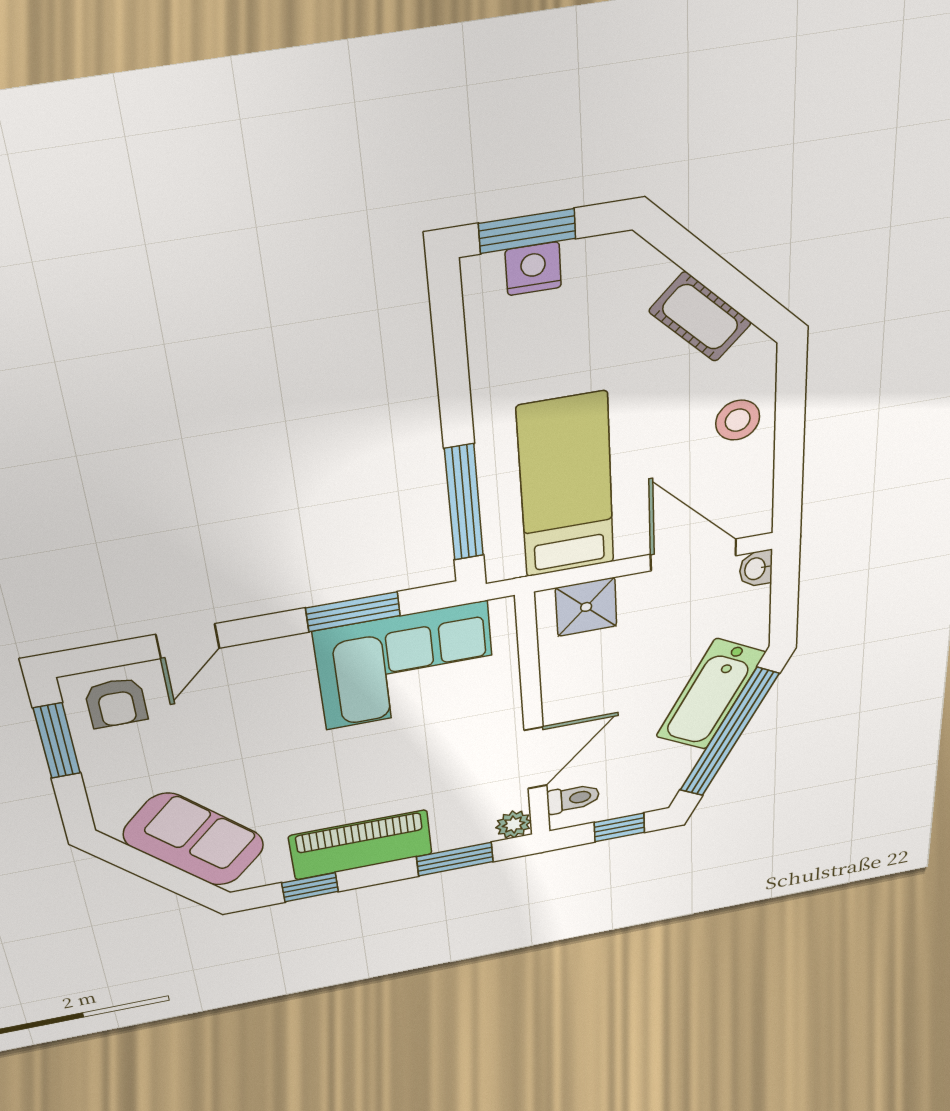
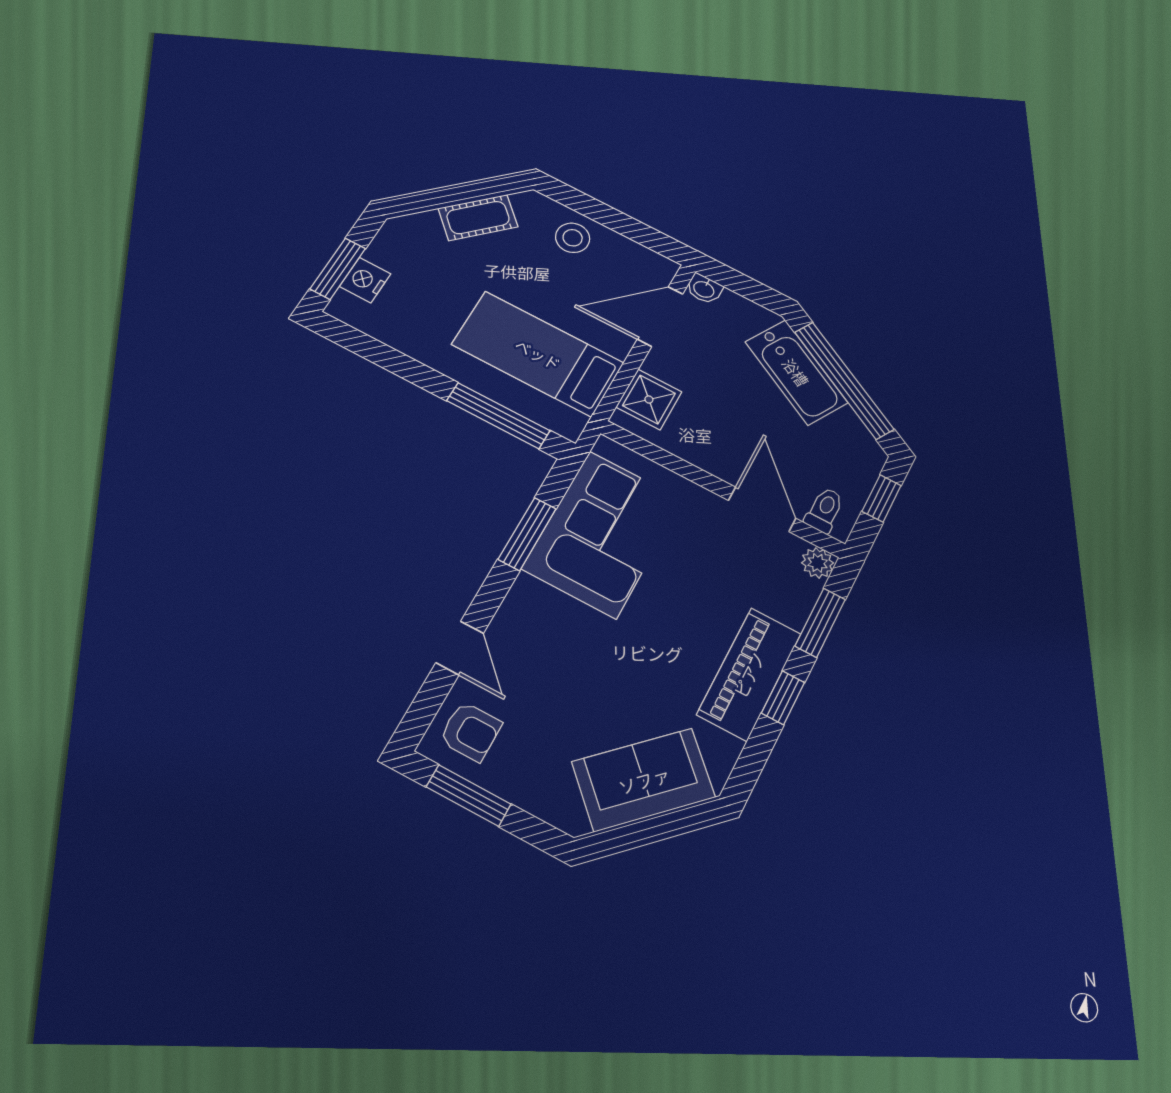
window: (310, 887) -> (783, 698), moved

